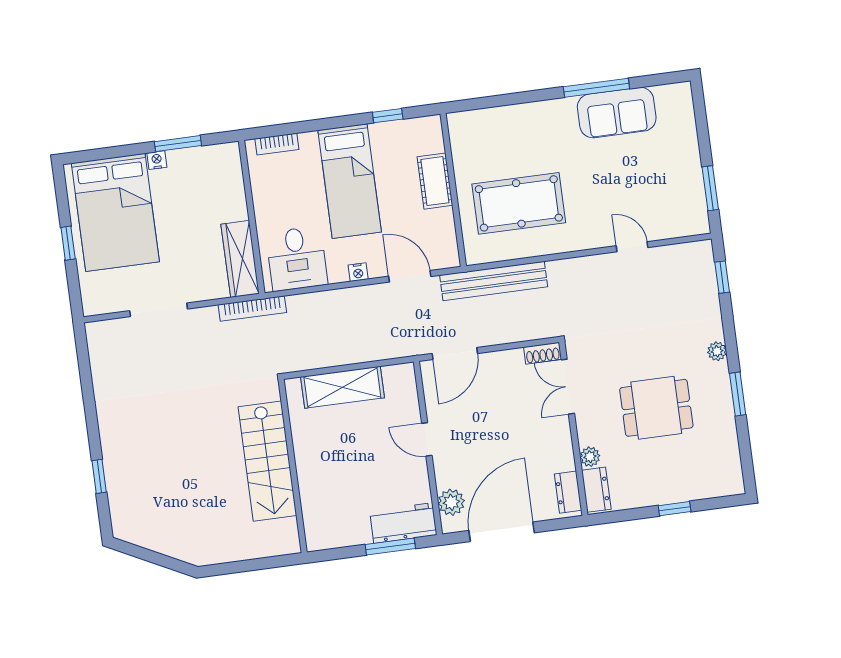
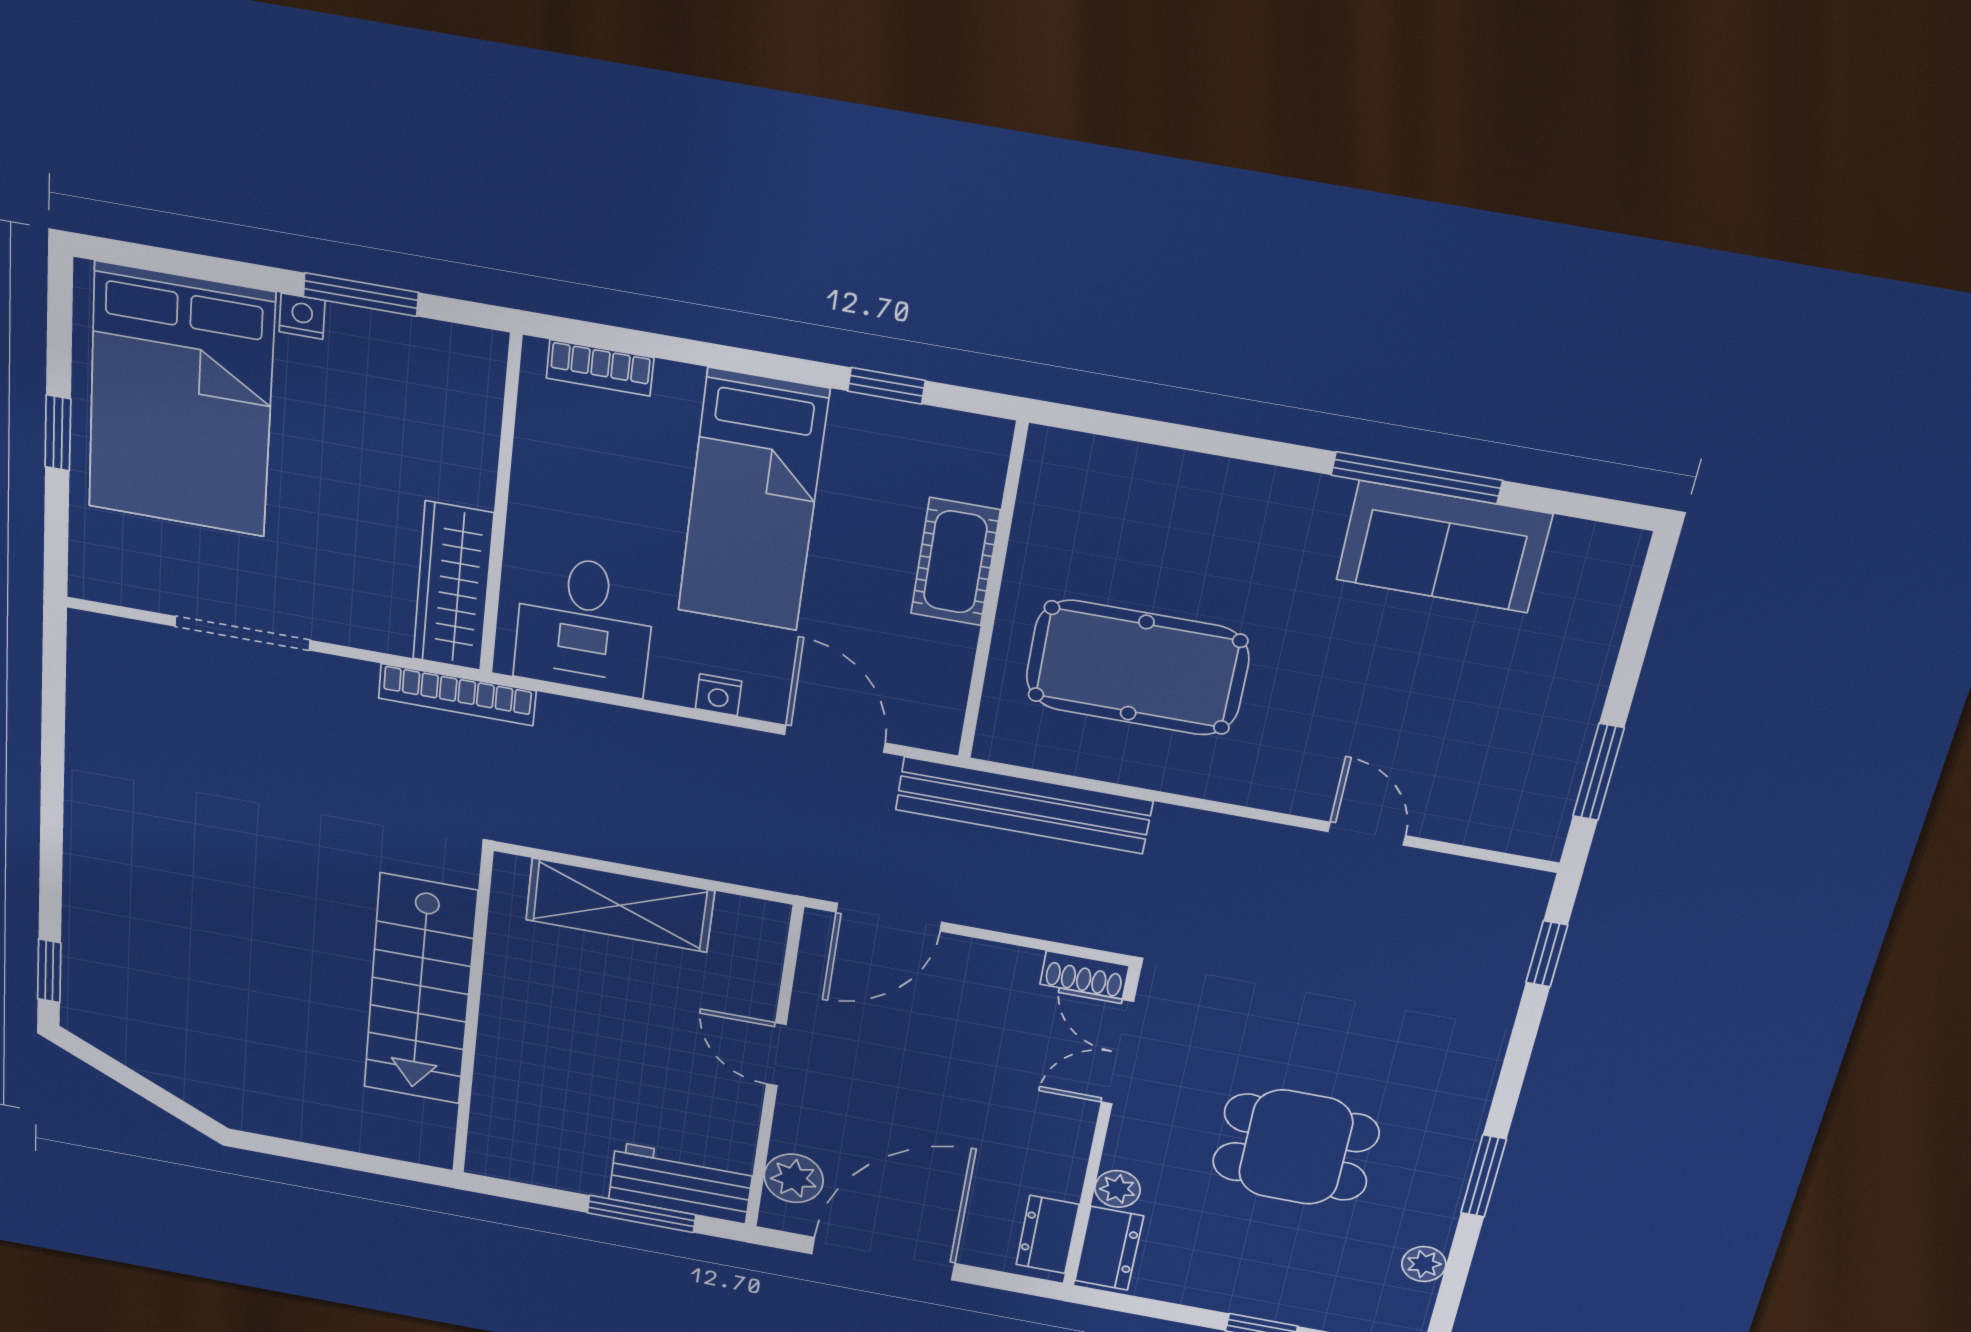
plant: (717, 351) -> (1424, 1264), moved
window: (99, 476) -> (49, 971), moved

